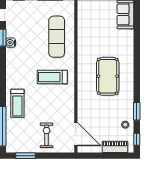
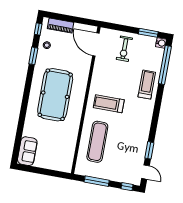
water cooler: (11, 43) -> (161, 43), moved
pool table: (108, 76) -> (55, 95), width x1.36, depth x1.32
treadmill: (52, 77) -> (109, 104), turned 180

